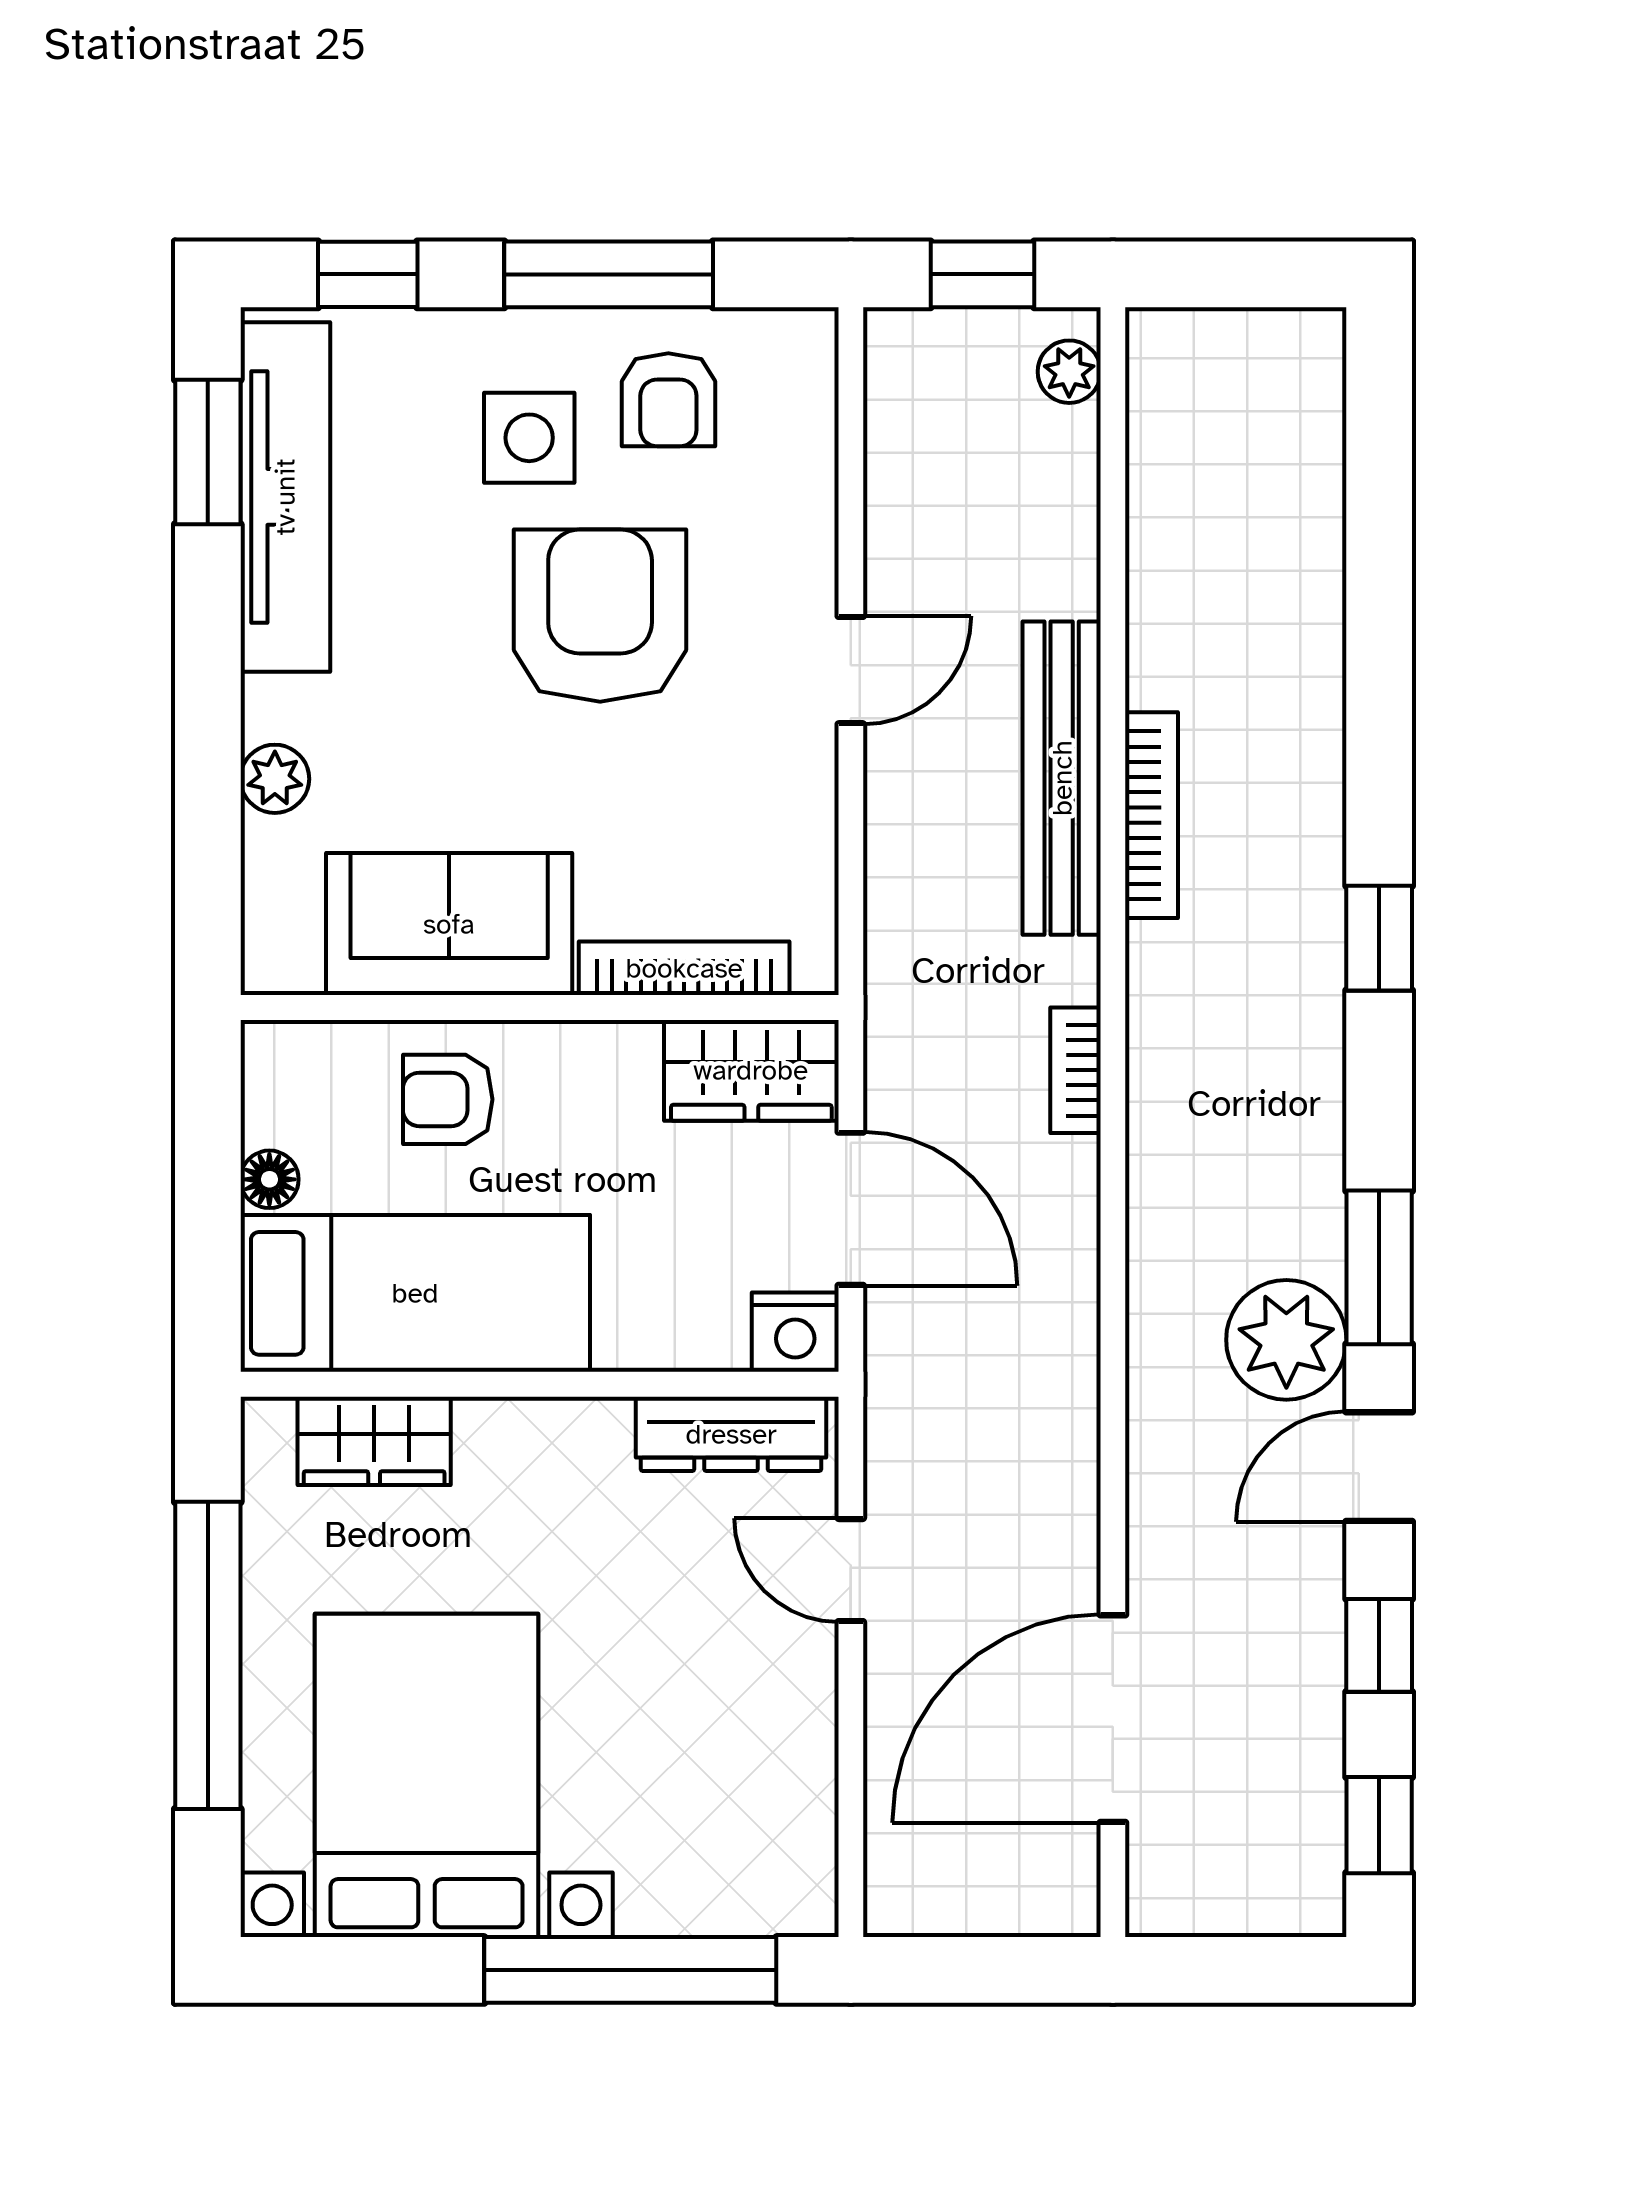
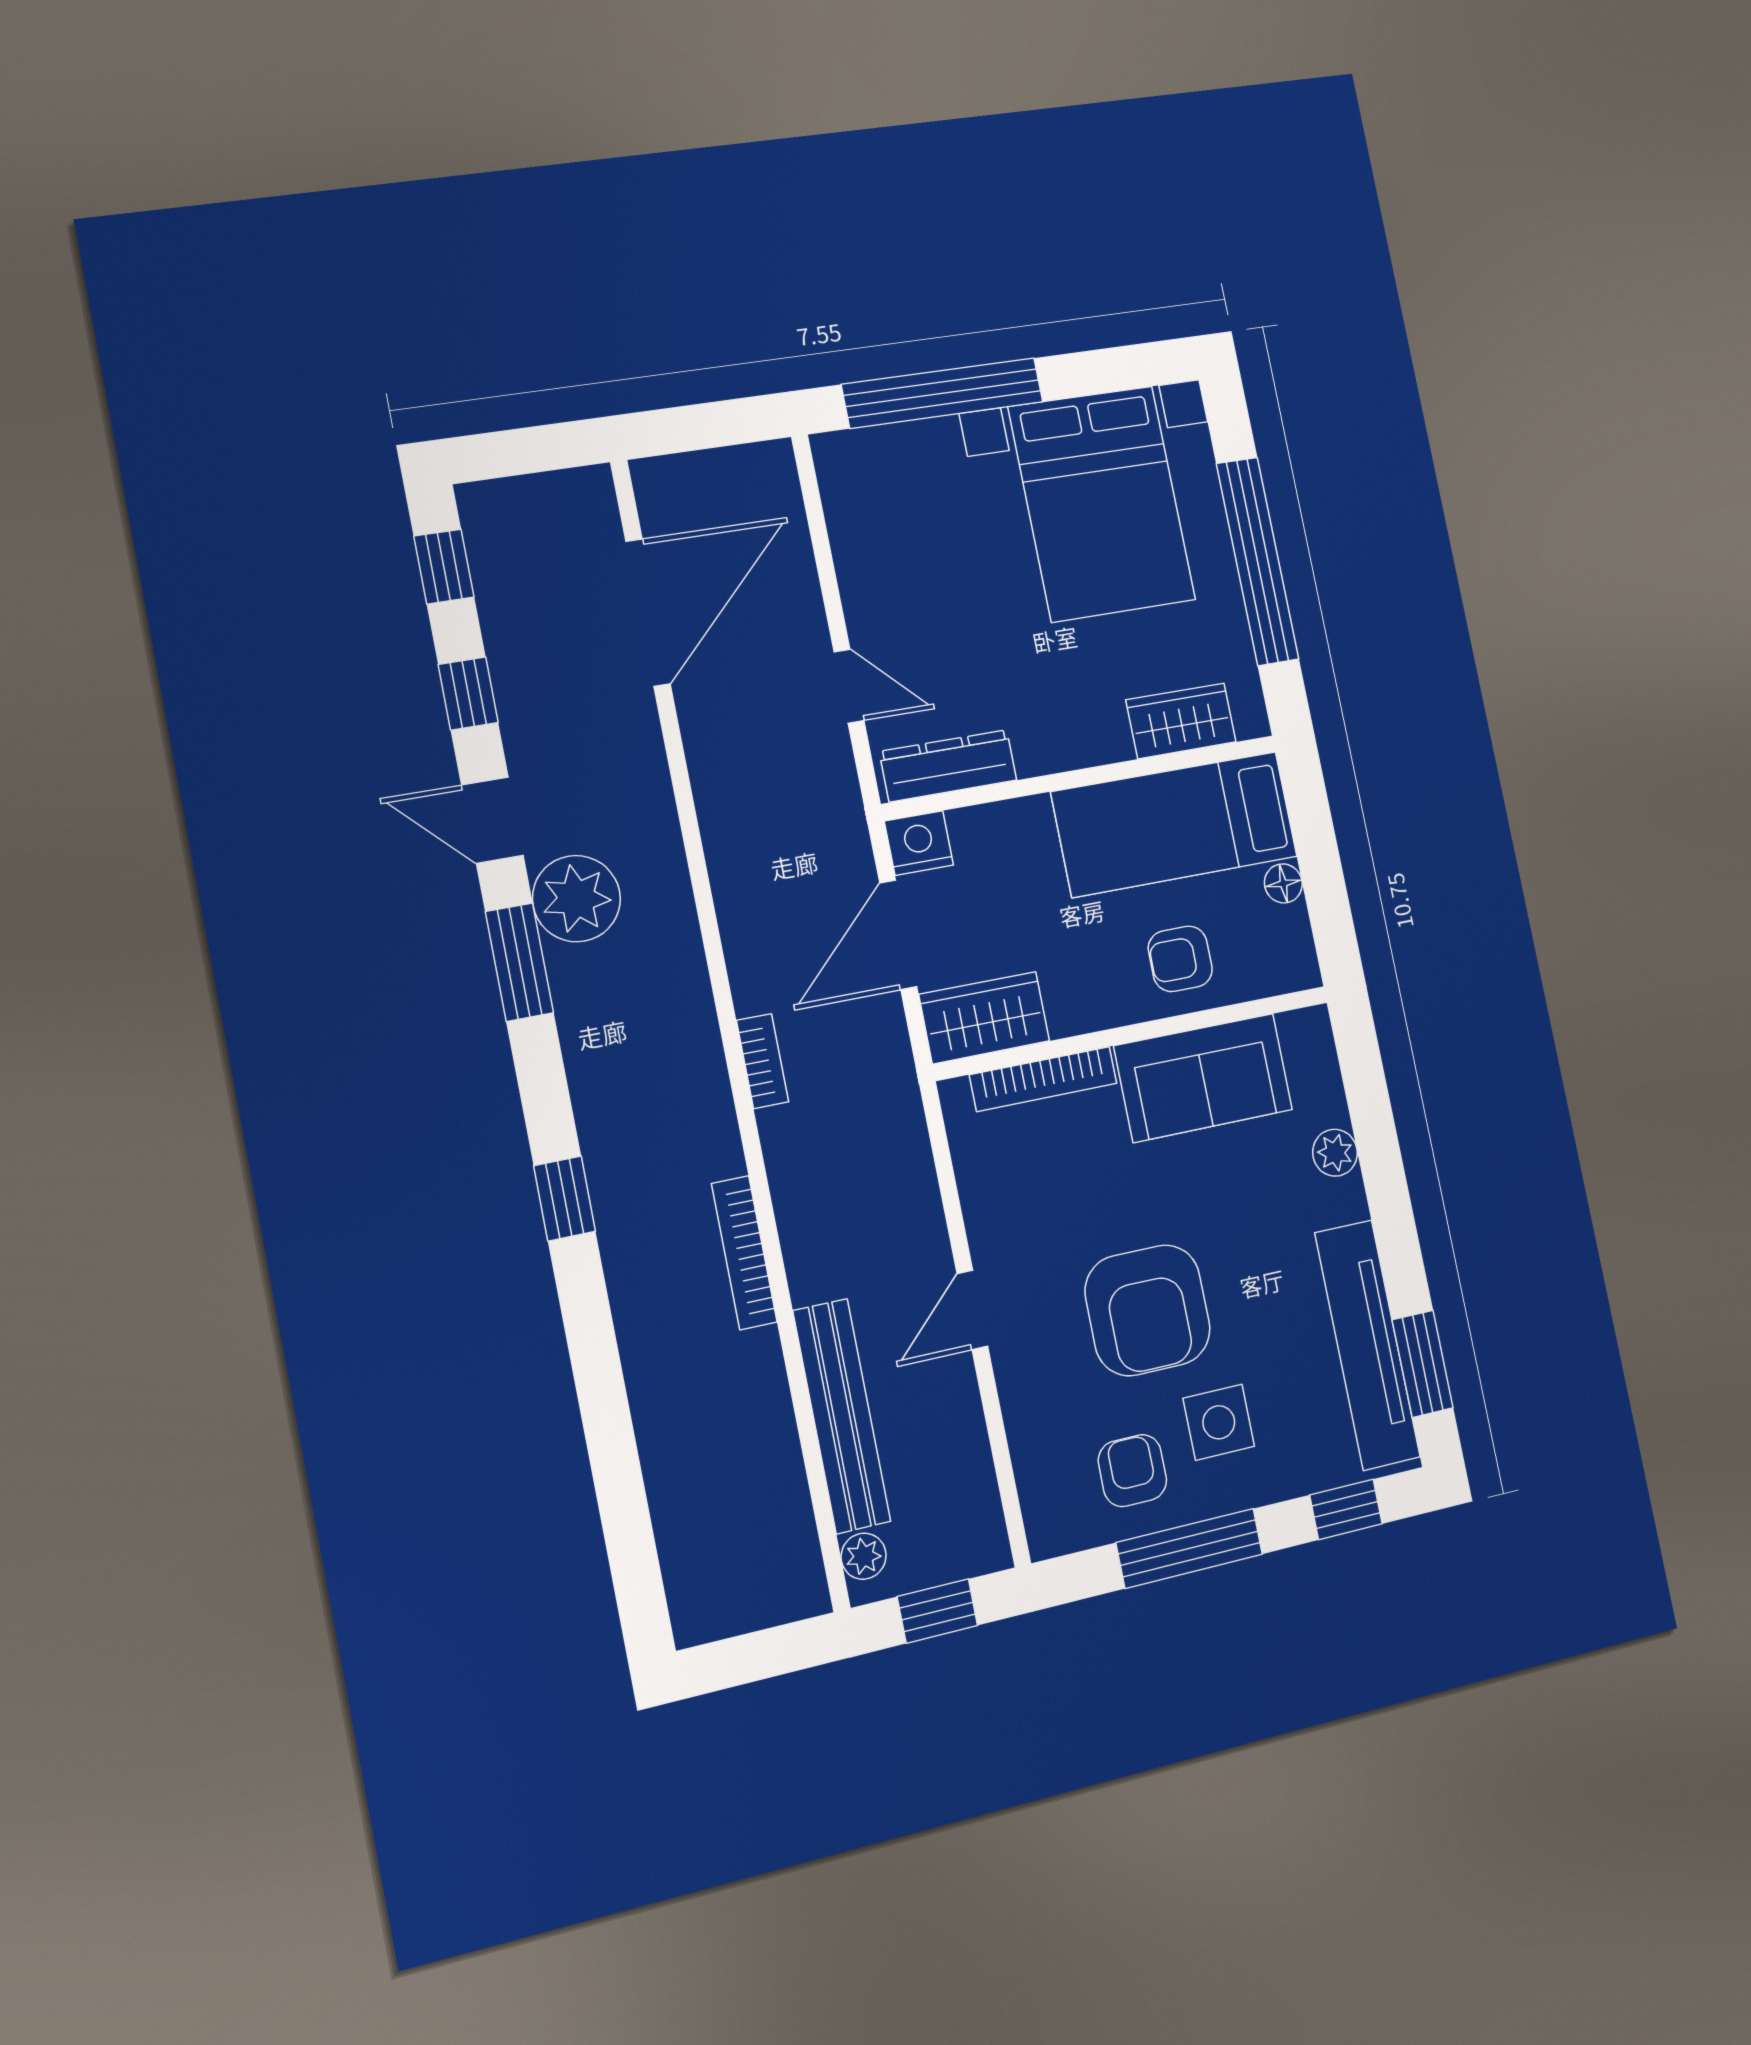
bench: (1062, 778) -> (842, 1416), moved
armchair: (448, 1099) -> (1180, 959), turned 180
door: (851, 1209) -> (898, 935), hinge flipped
door: (1379, 1467) -> (492, 820), swing flipped

